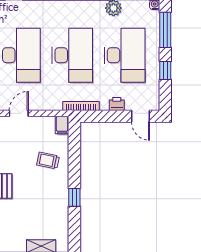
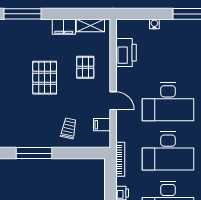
filing cabinet: (62, 125) -> (102, 125), moved
window: (74, 197) -> (34, 153), width x2.17

